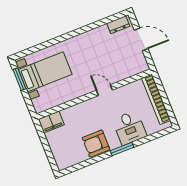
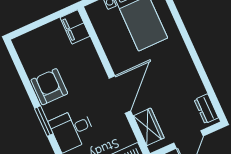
wardrobe: (130, 69) -> (149, 127), added
door: (104, 90) -> (120, 94), width x1.88

